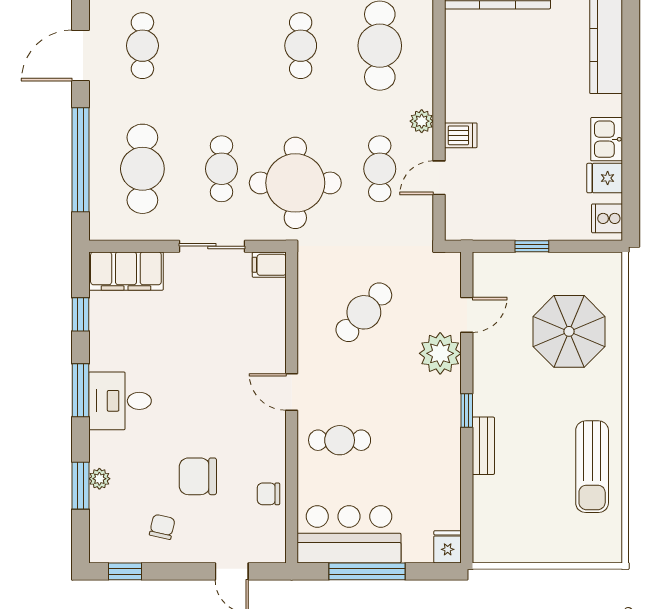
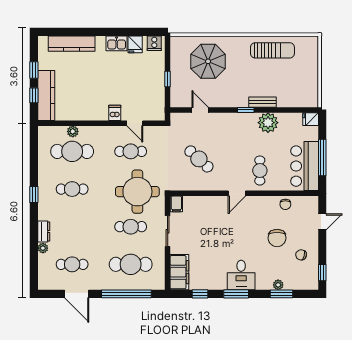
plant: (422, 121) -> (73, 131), moved
plant: (440, 353) -> (268, 123), moved

